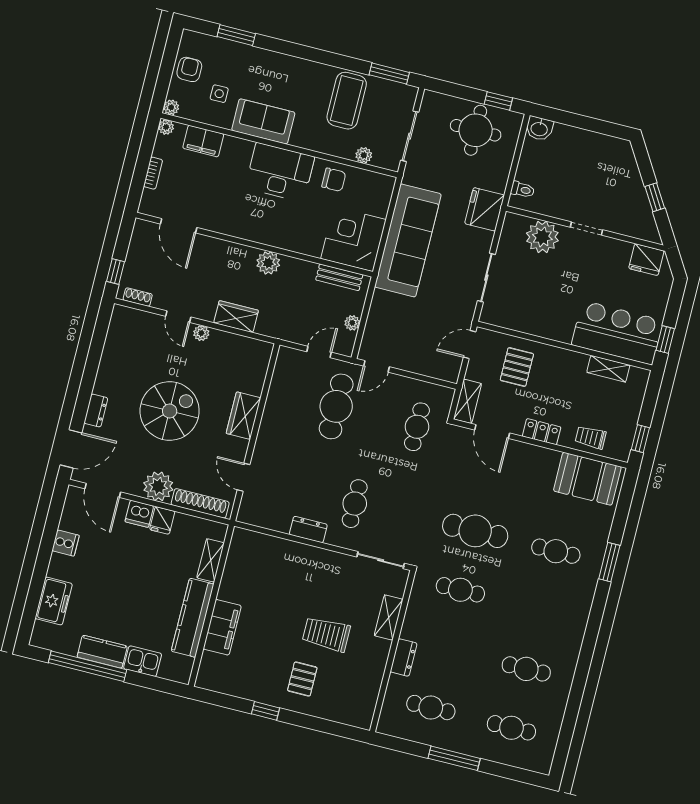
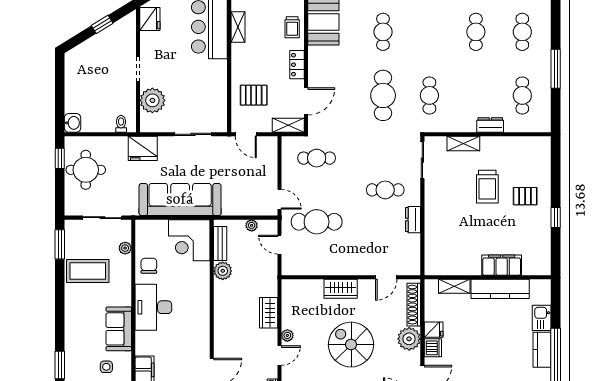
plant: (268, 263) -> (223, 271), moved

